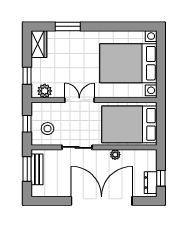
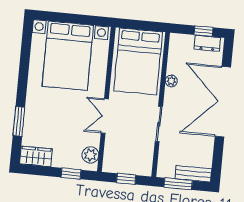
stool: (47, 129) -> (134, 156), removed
bench: (37, 169) -> (193, 174), moved

